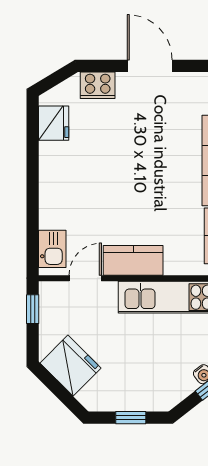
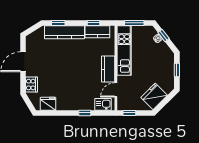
window: (33, 207) -> (85, 113), added
door: (85, 278) -> (116, 90), hinge flipped

